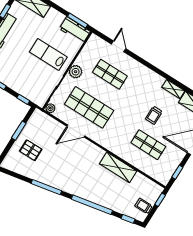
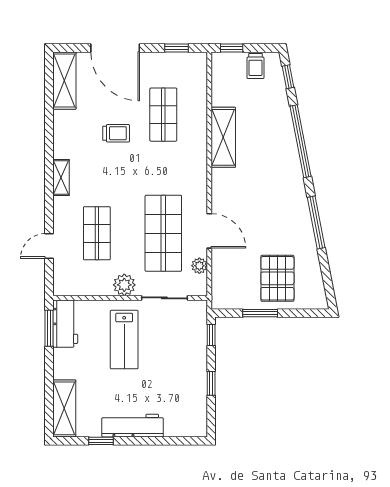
shelving: (173, 89) -> (61, 178), moved
plant: (50, 108) -> (199, 266), moved
pallet: (31, 150) -> (277, 278), width x1.50, depth x1.42

